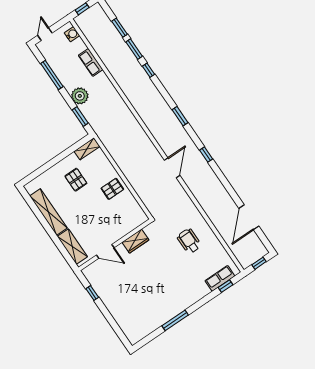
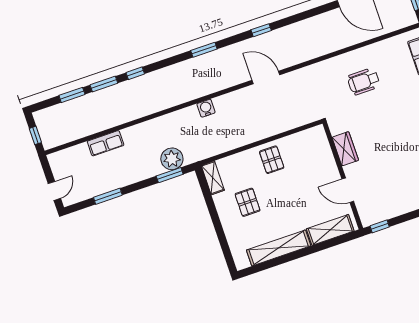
door: (45, 34) -> (54, 191), swing flipped
water cooler: (72, 34) -> (206, 108), moved
window: (52, 75) -> (108, 196), width x0.69
plant: (80, 96) -> (172, 159), moved
pallet: (76, 180) -> (248, 202), turned 90
door: (105, 251) -> (348, 190), swing flipped
window: (92, 293) -> (380, 226), moved

